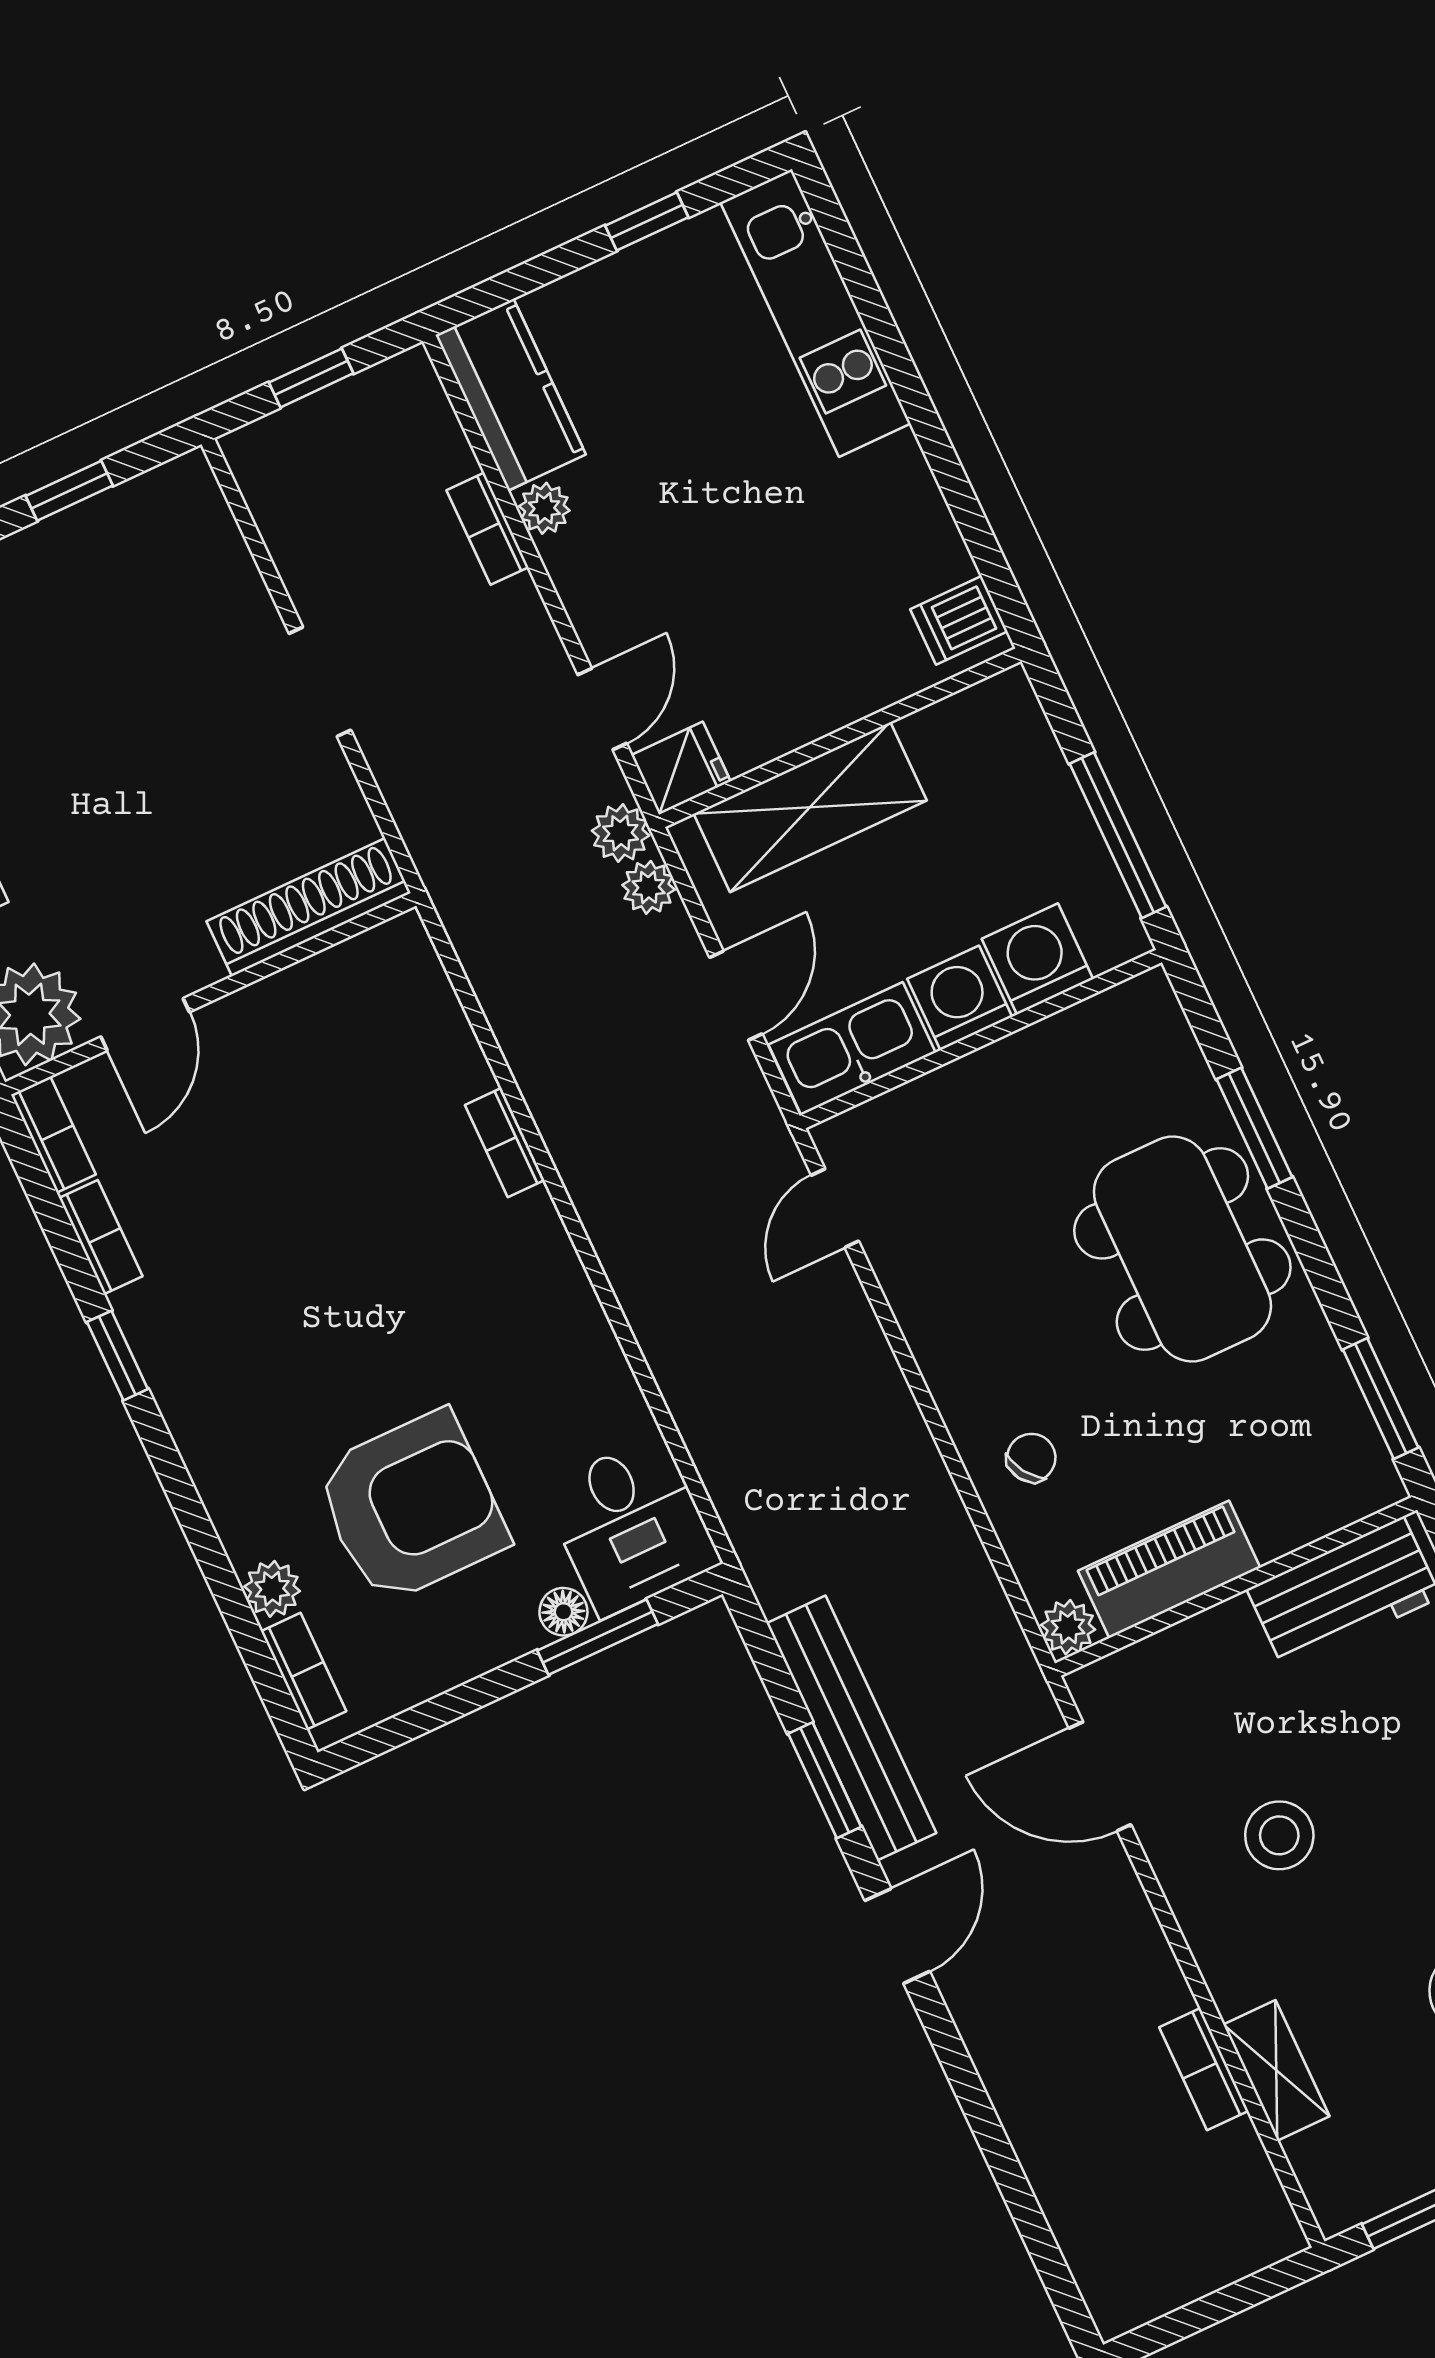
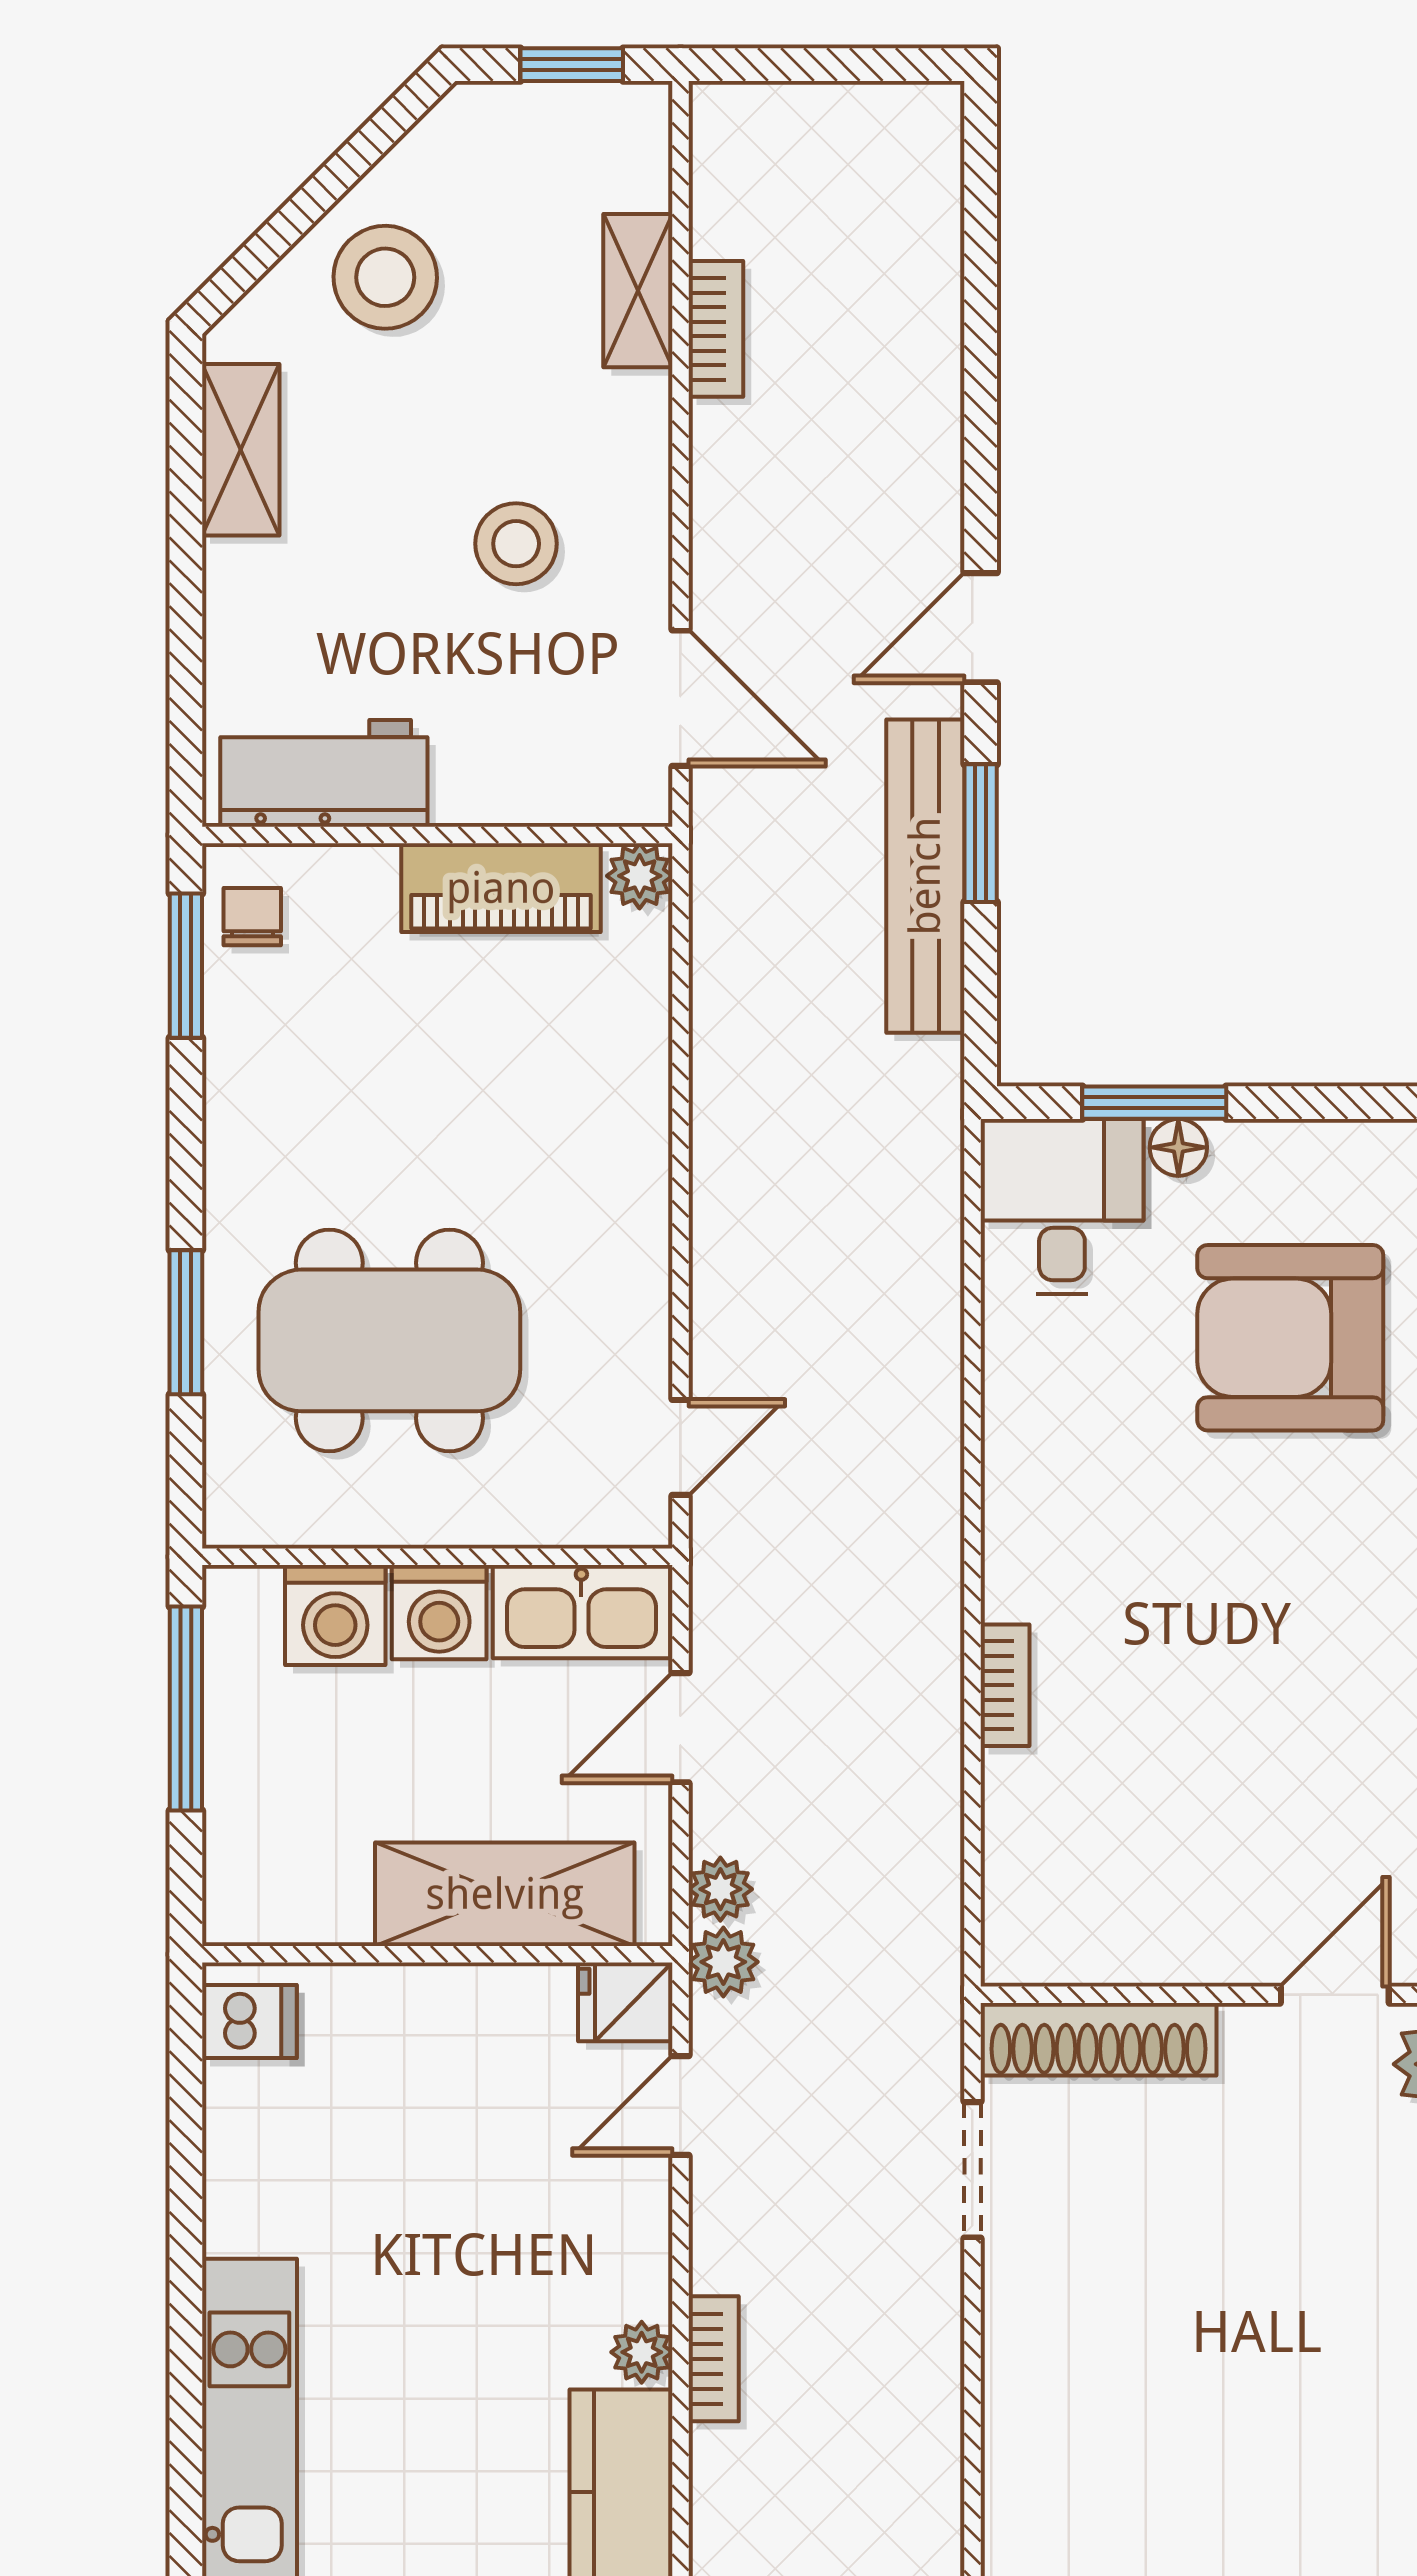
doorway: (320, 682) -> (972, 2170), moved
dining table: (1182, 1249) -> (389, 1340), moved, turned 90
chair: (1031, 1458) -> (252, 917), moved, turned 123

